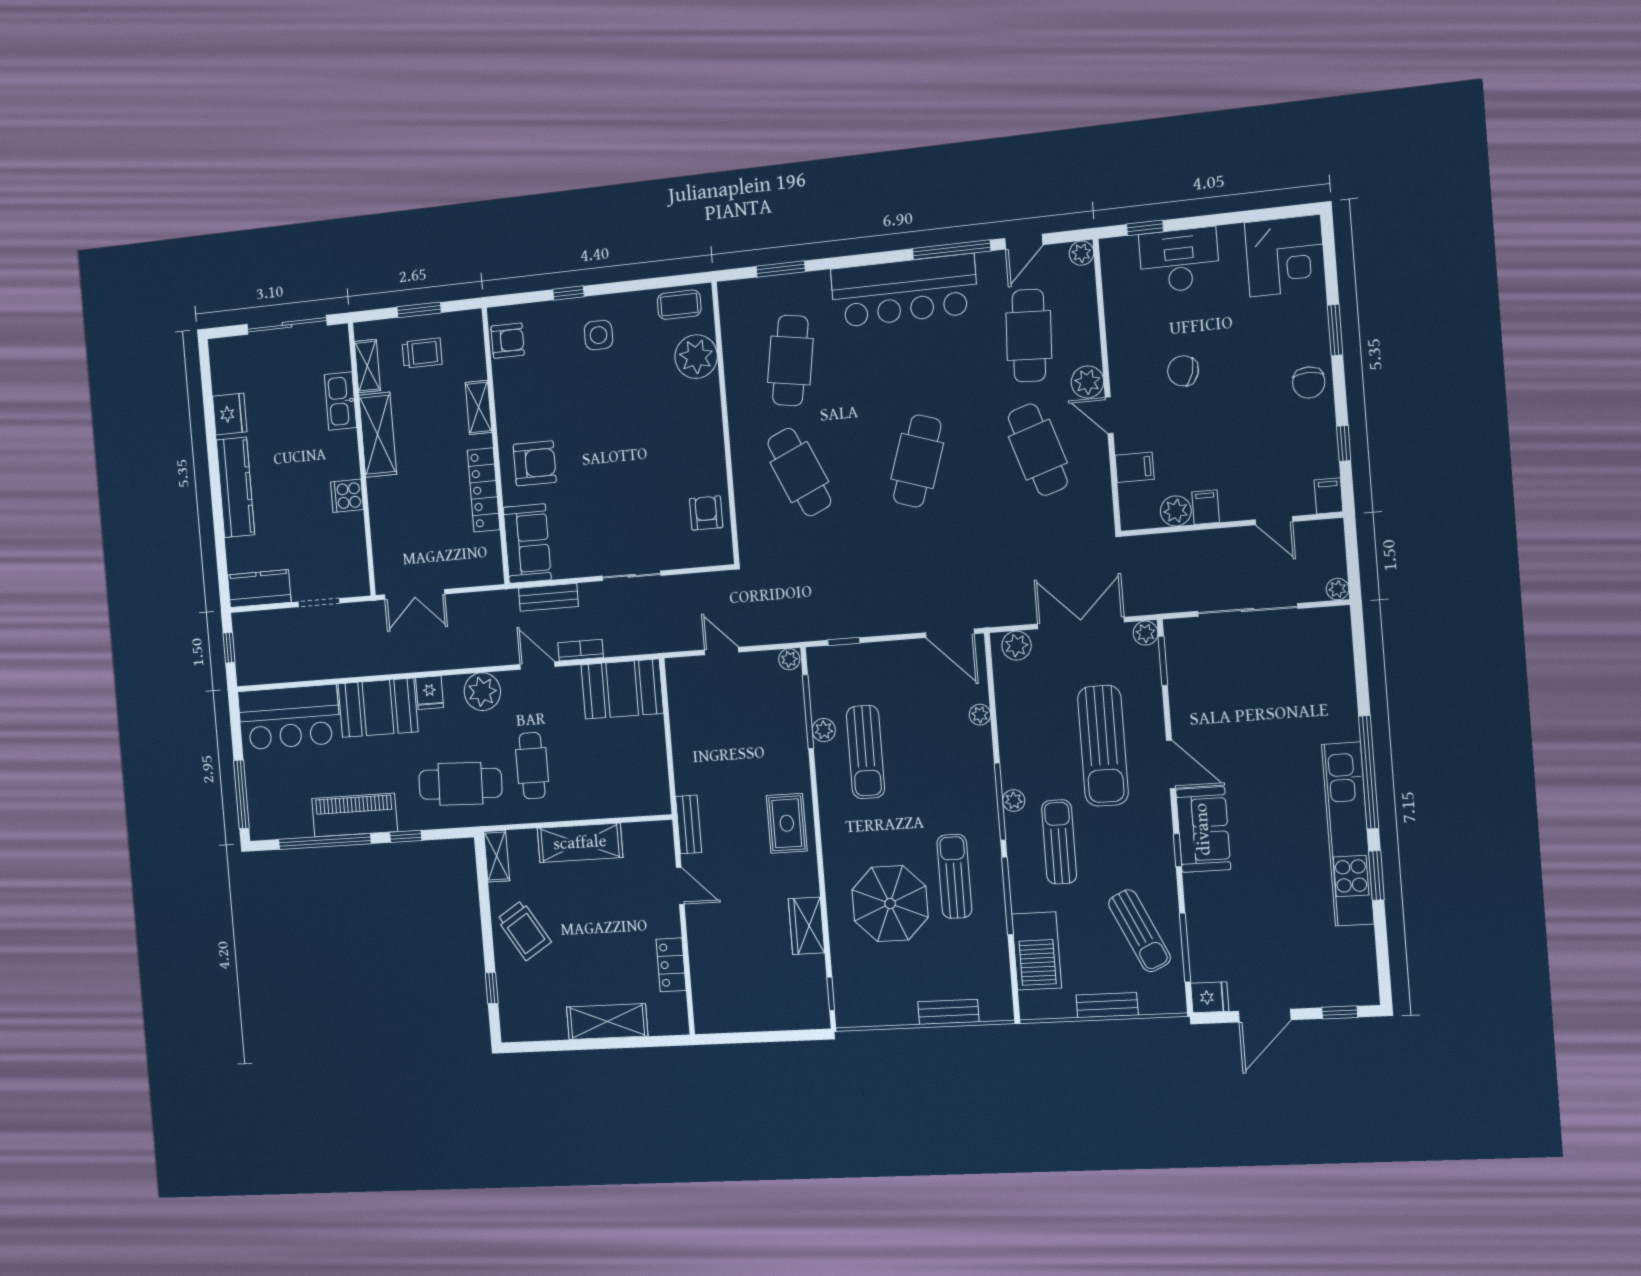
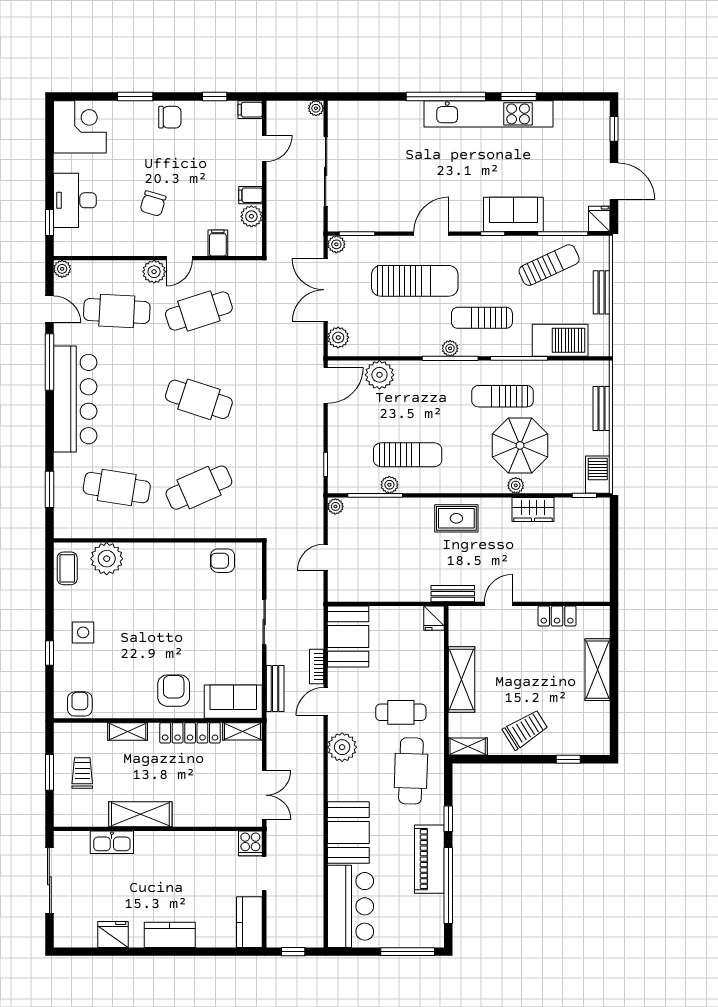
shelving: (367, 366) -> (242, 731), moved
kitchen counter: (235, 487) -> (170, 935), width x0.67
cooker: (347, 496) -> (250, 843), moved
fridge: (430, 693) -> (434, 618), moved, turned 90
plant: (980, 715) -> (379, 375), width x1.88, depth x1.88
sofa: (1203, 829) -> (513, 214), moved
plant: (837, 901) -> (516, 485), added
barbecue: (860, 1011) -> (598, 475), added

